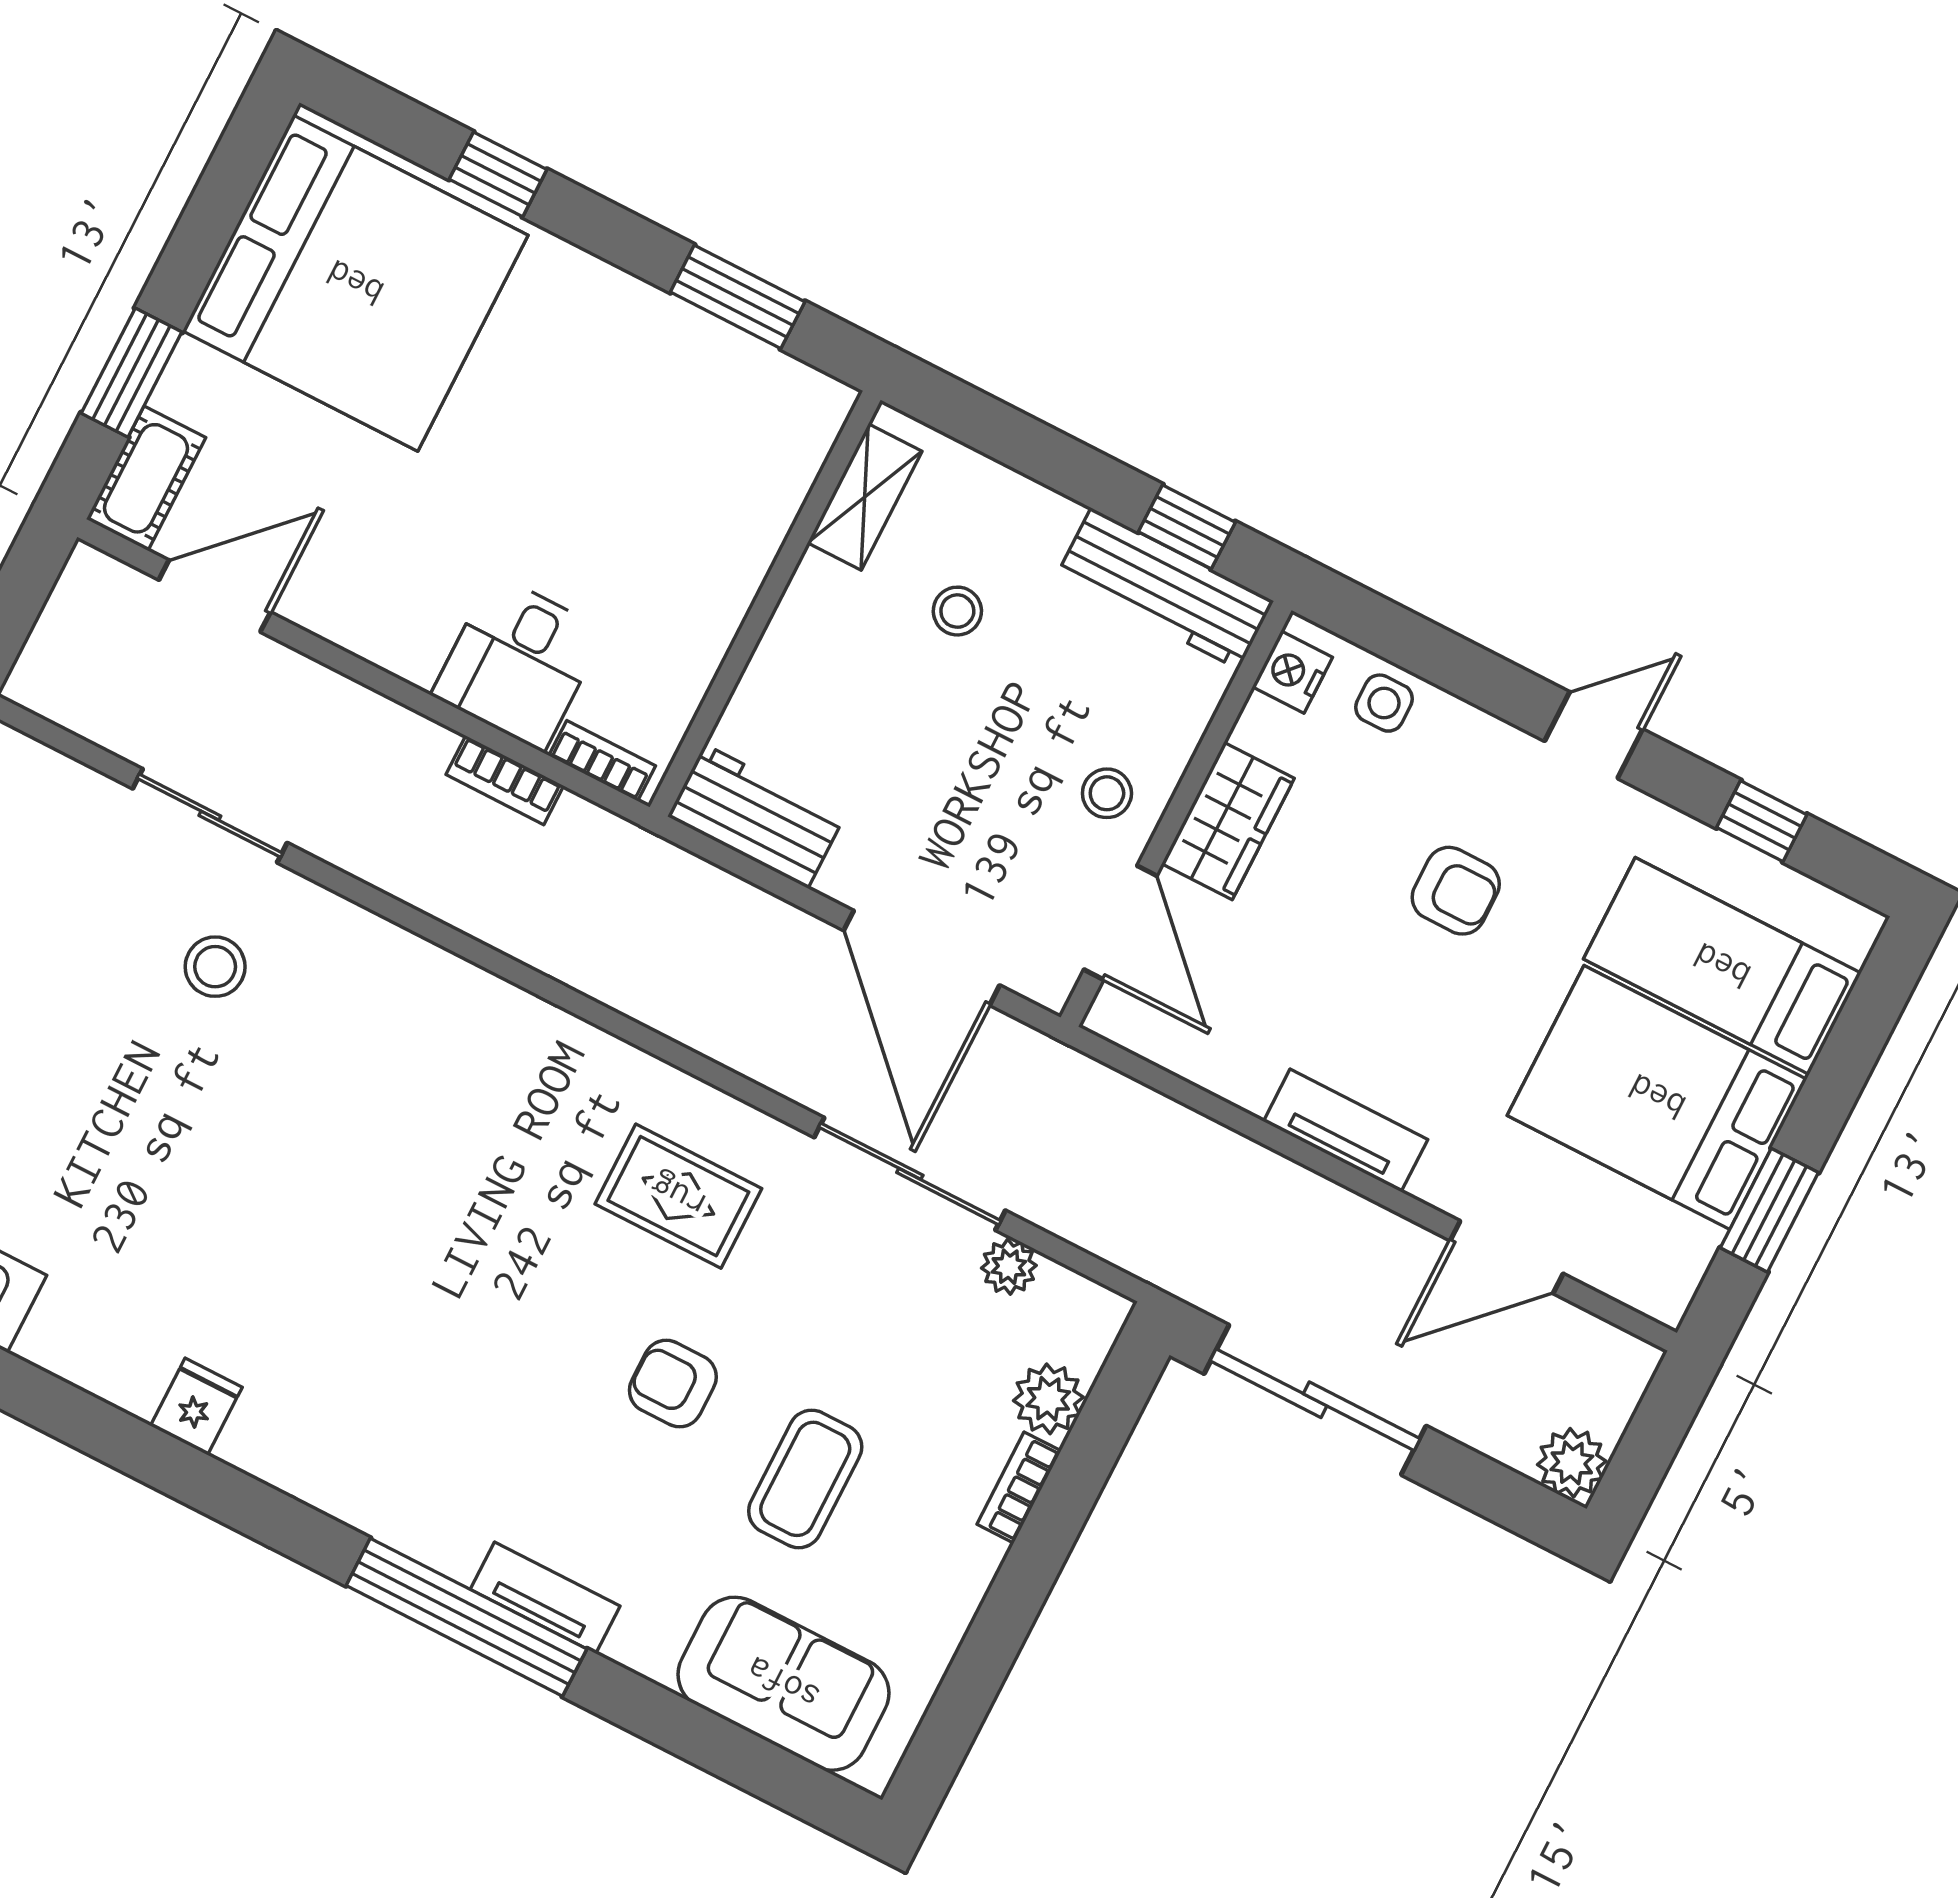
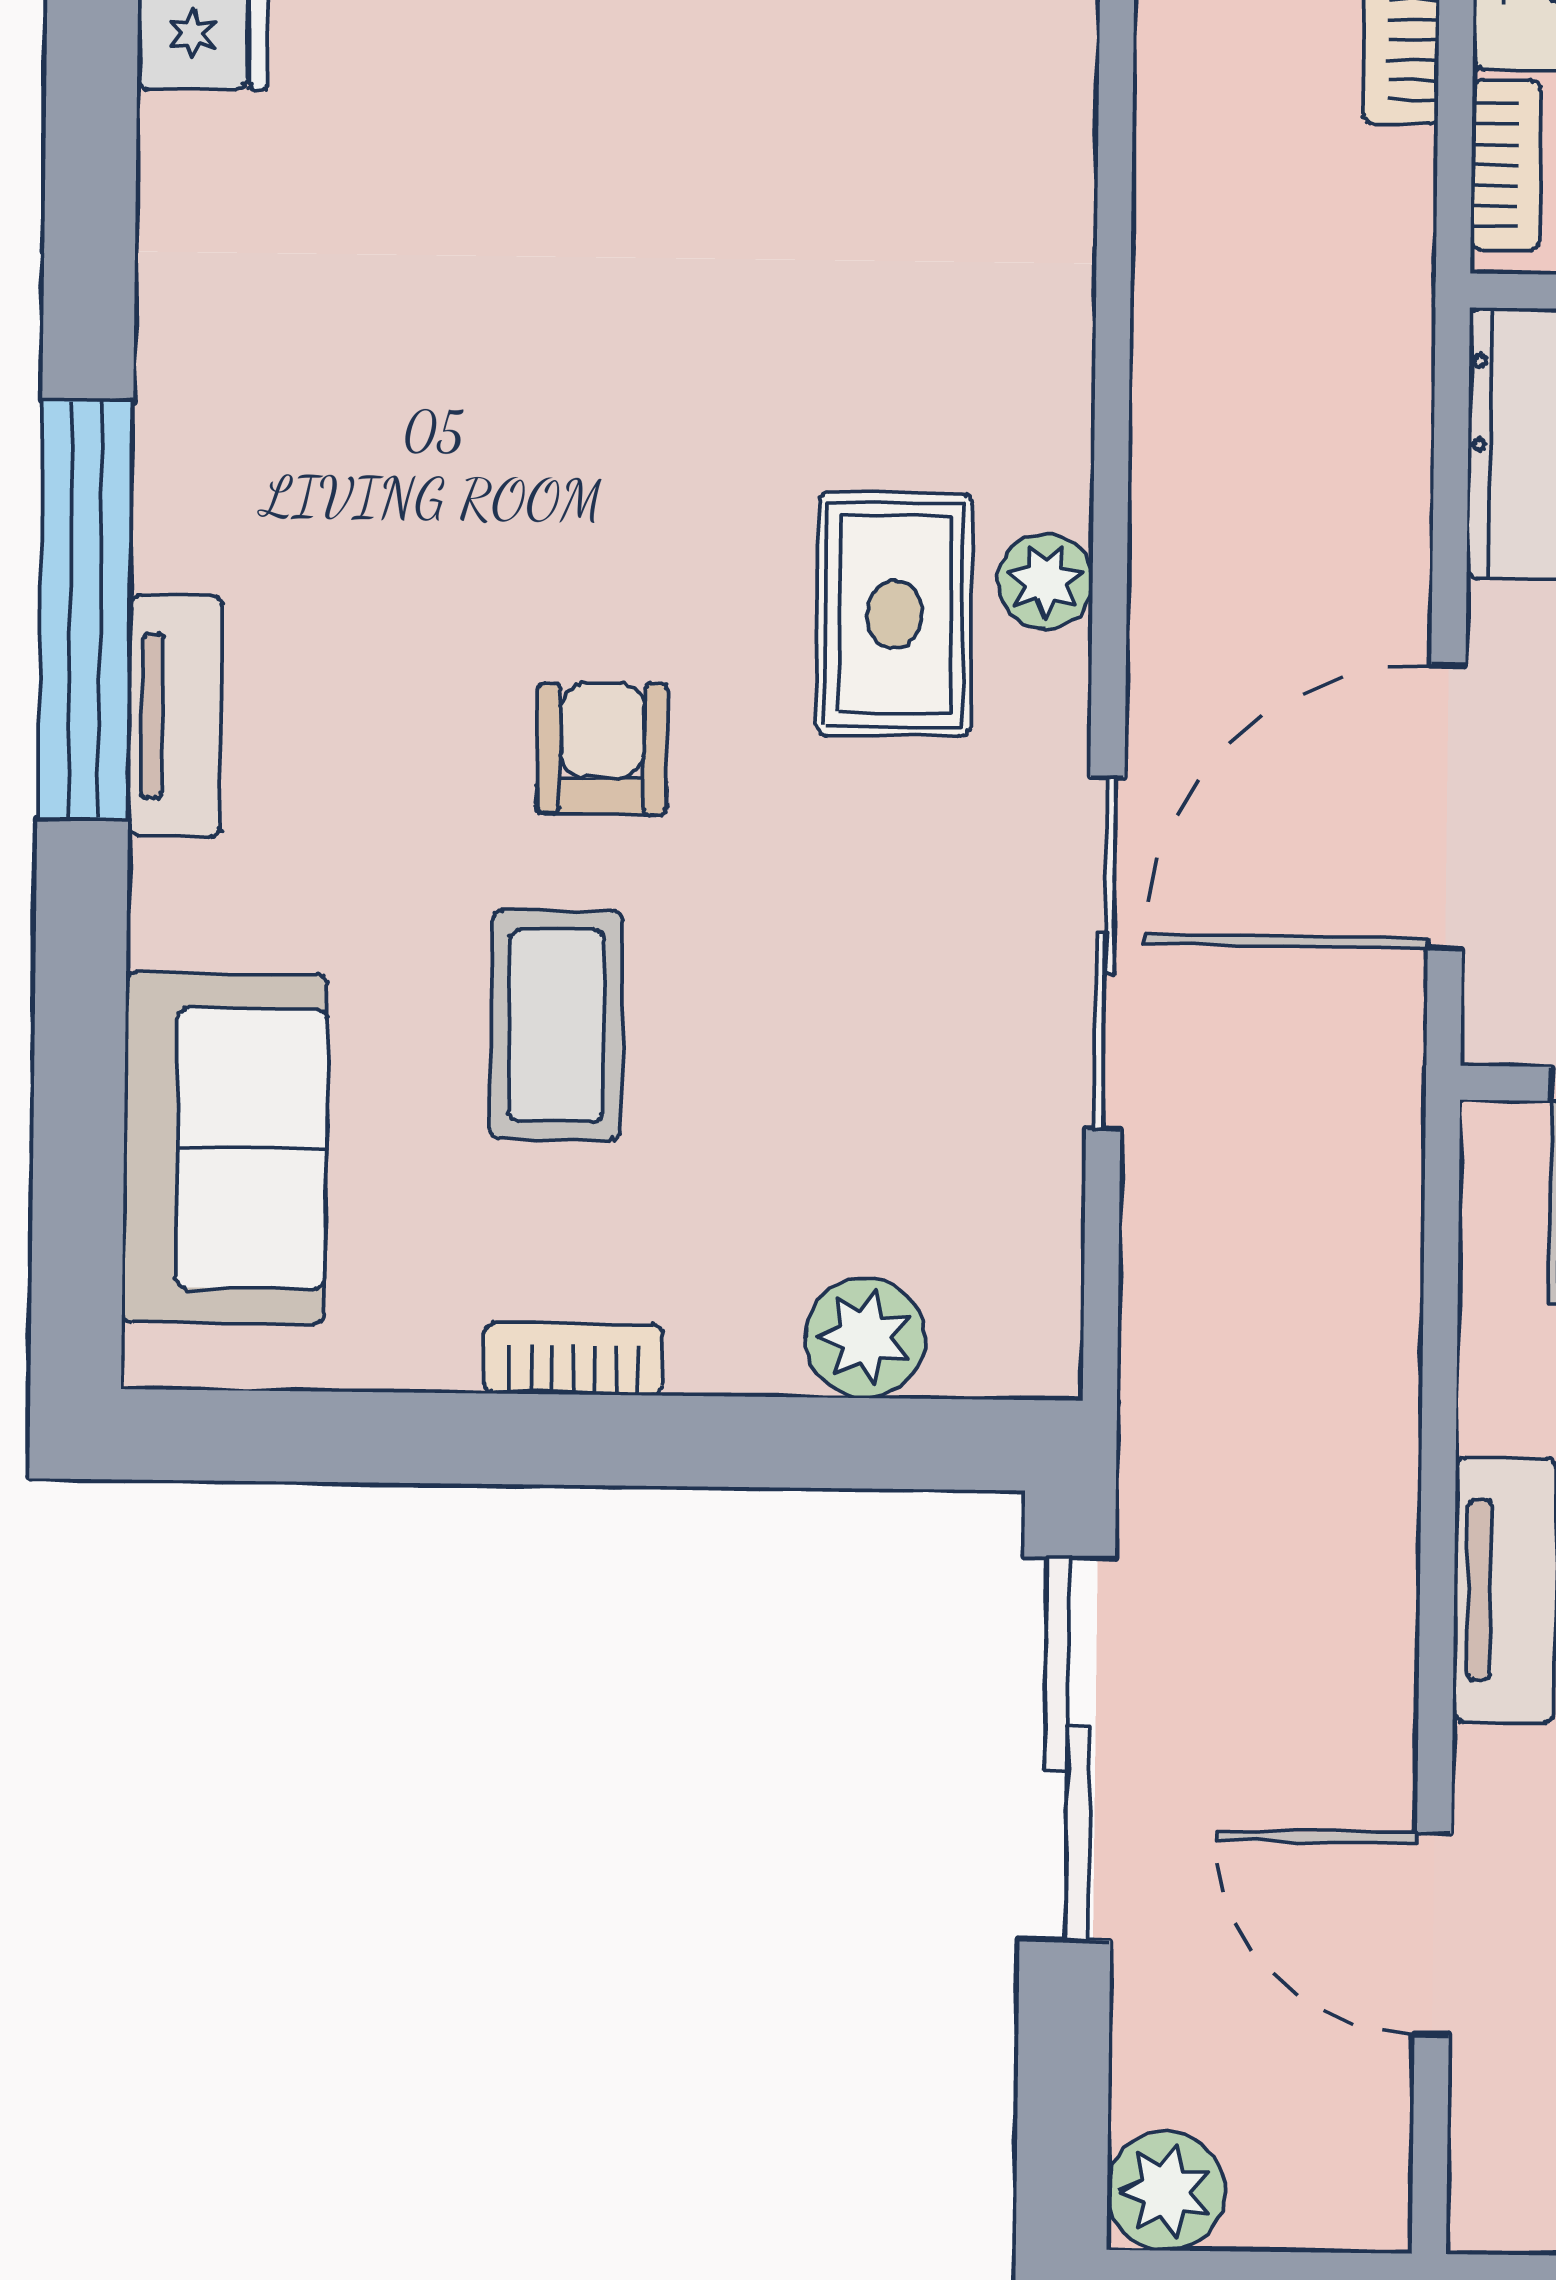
plant: (1009, 1267) -> (1045, 581), moved
coffee table: (805, 1479) -> (556, 1025), turned 90
bookcase: (1019, 1488) -> (574, 1359), moved

